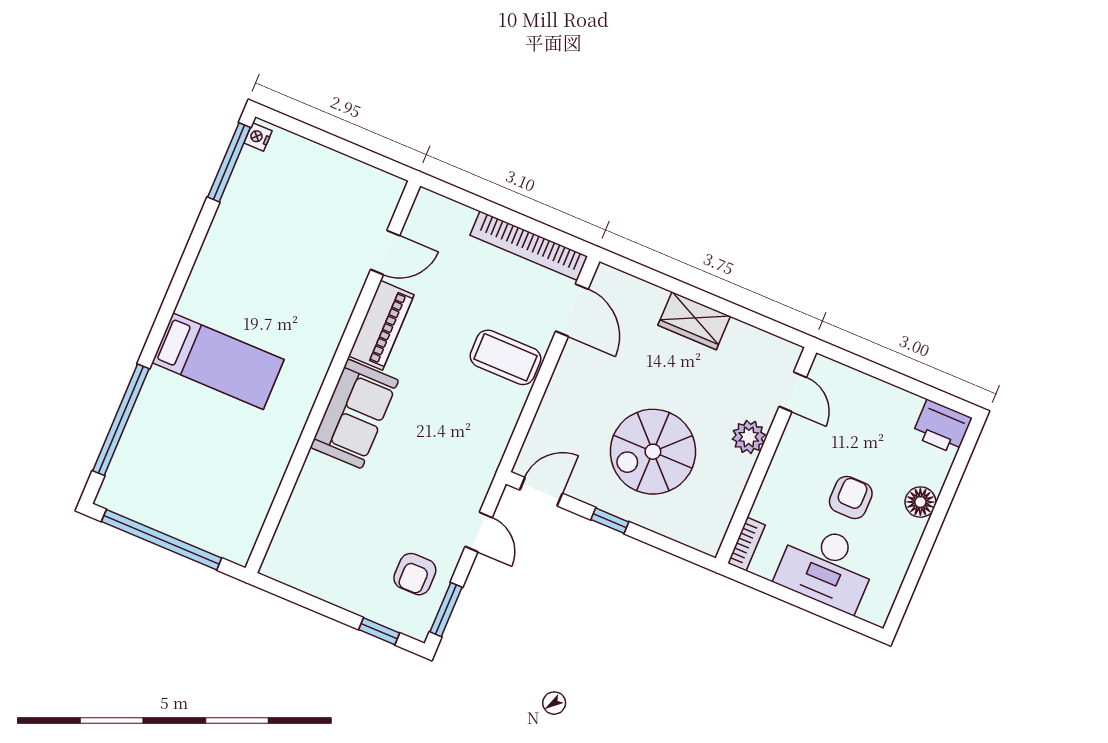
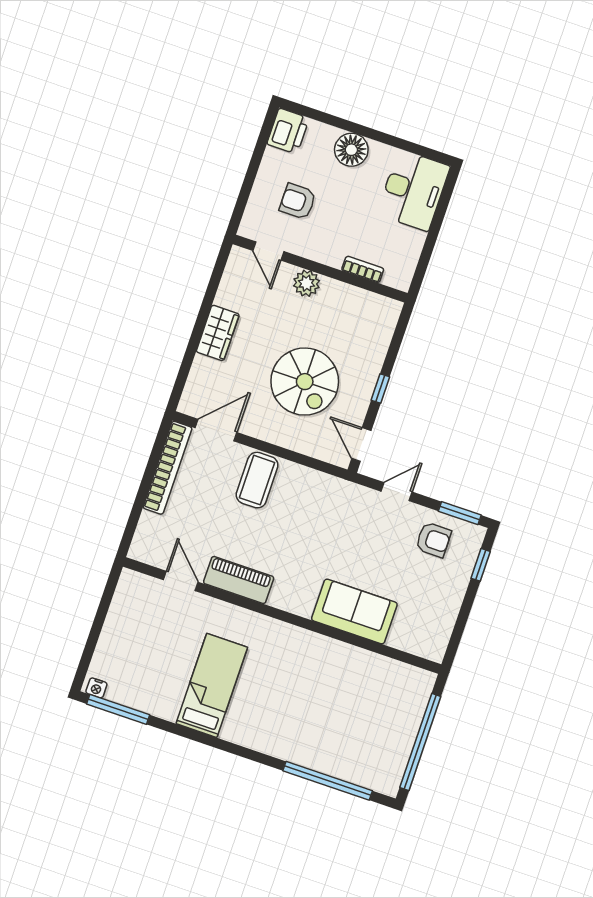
bed: (218, 361) -> (212, 685), moved
door: (793, 392) -> (268, 251), swing flipped
sofa: (354, 414) -> (354, 611), moved
spiral stairs: (653, 452) -> (305, 382), moved
armchair: (851, 498) -> (298, 201), moved
floor lamp: (920, 502) -> (351, 150), width x1.38, depth x1.38
bookcase: (746, 544) -> (363, 269), moved
desk: (826, 567) -> (414, 190), moved

